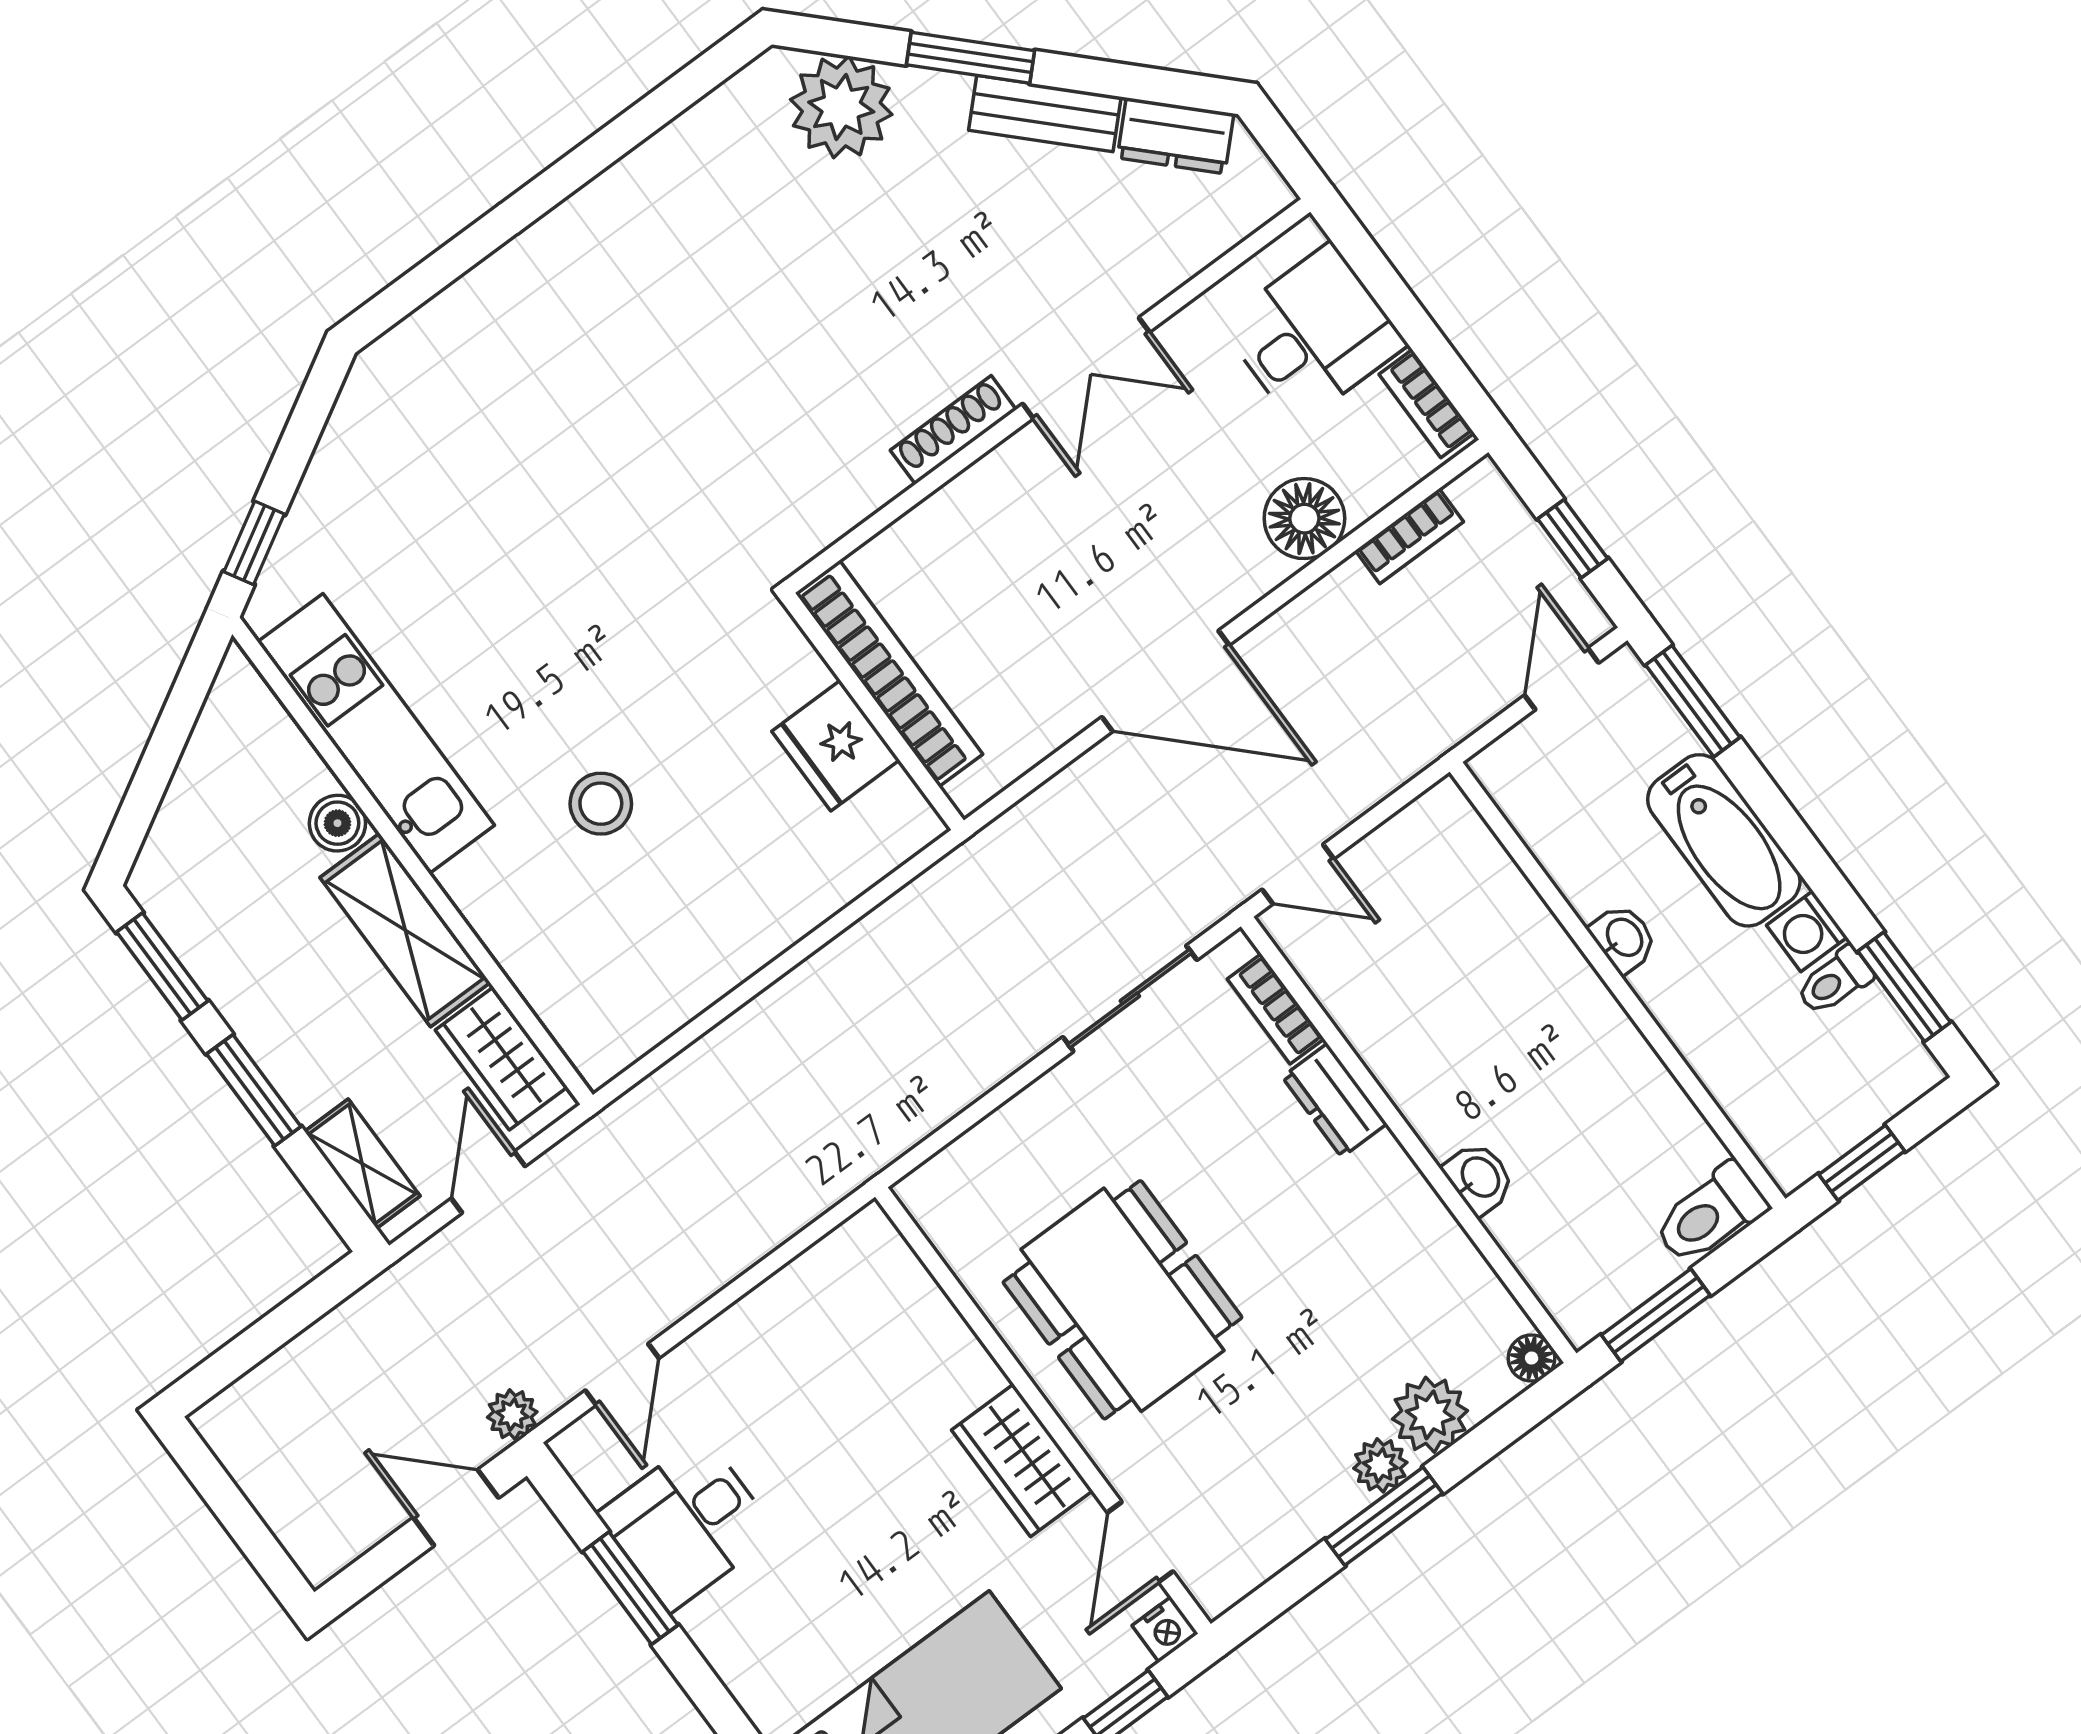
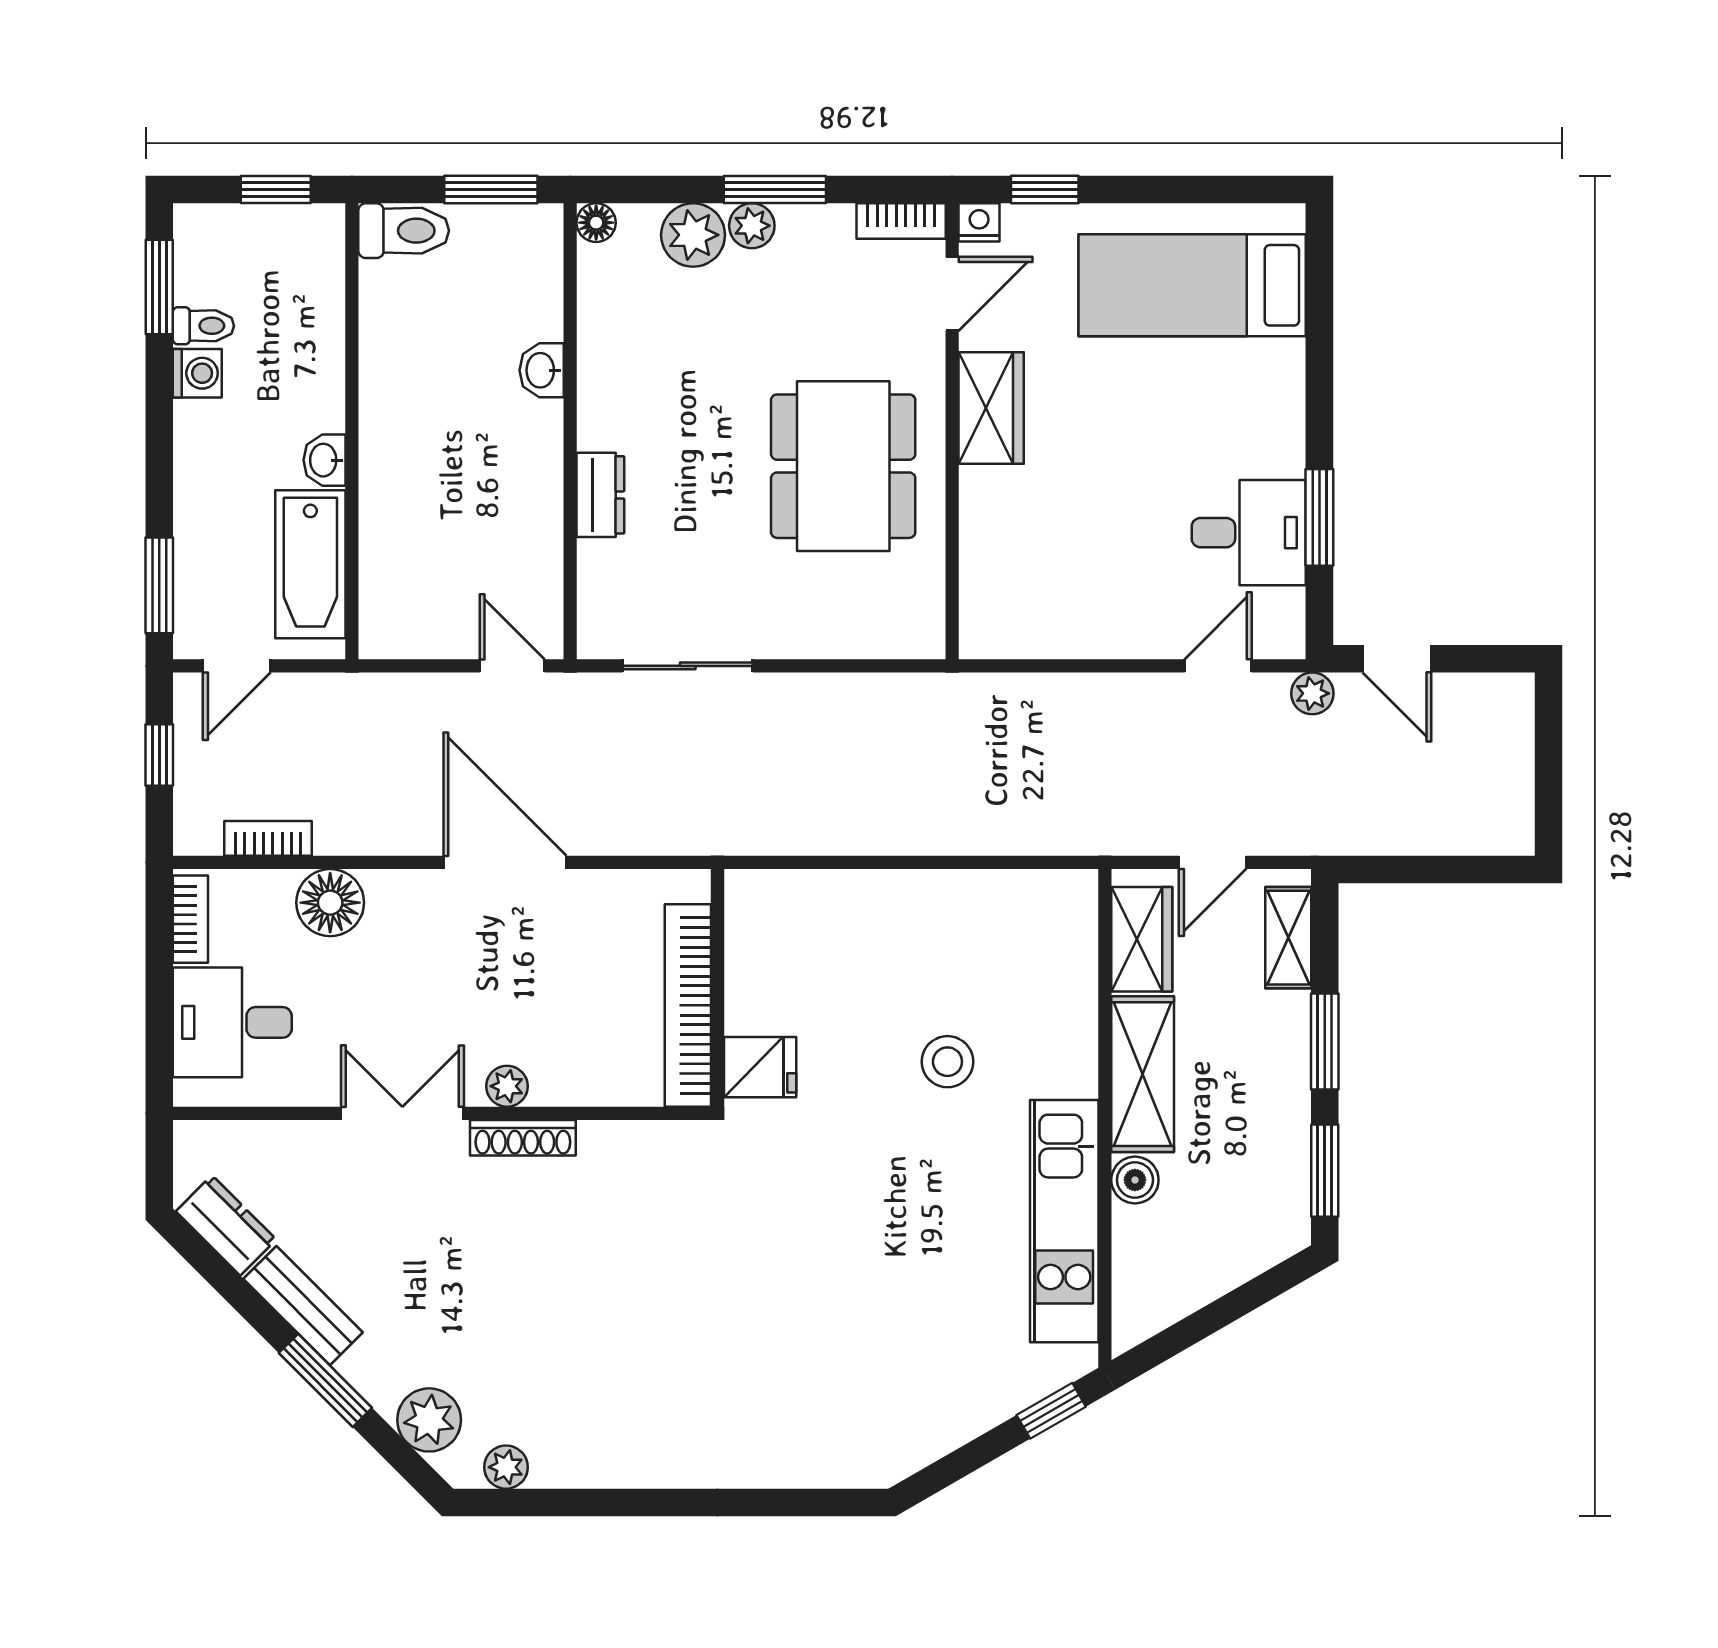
plant: (736, 103) -> (506, 1467), added
plant: (841, 107) -> (429, 1420), width x0.73, depth x0.73
plant: (1005, 468) -> (507, 1086), added
fridge: (836, 746) -> (760, 1067), moved, width x0.72
bathtub: (1724, 840) -> (310, 564), moved, turned 180
bookcase: (1276, 1009) -> (901, 221), moved, turned 90

